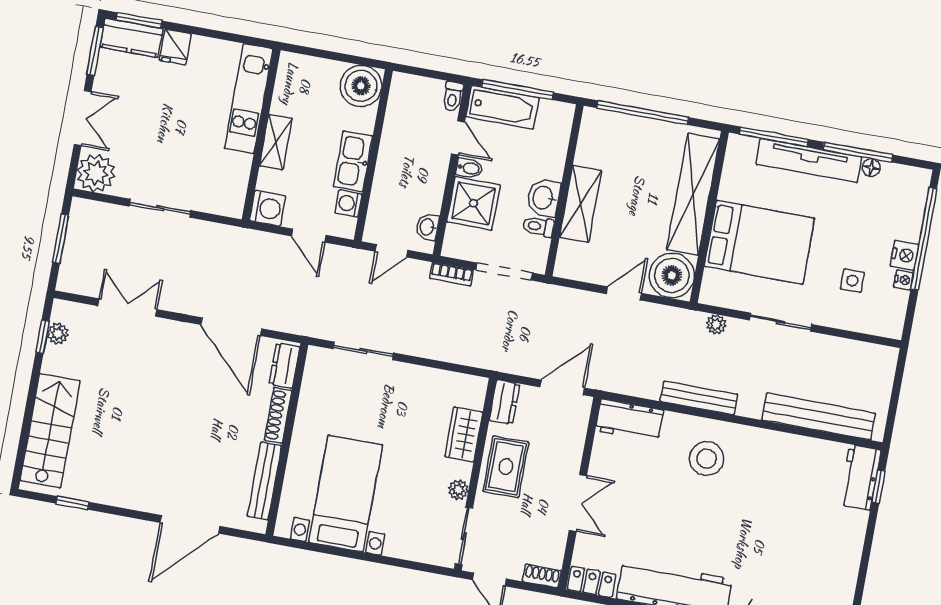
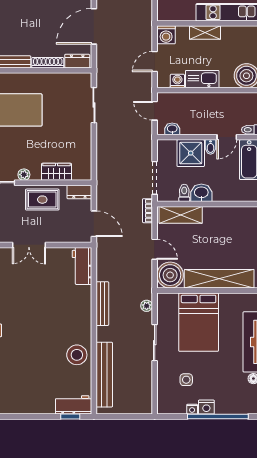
shelving: (581, 204) -> (181, 215), moved
bookcase: (452, 274) -> (148, 211), moved
stool: (707, 459) -> (77, 355), moved

